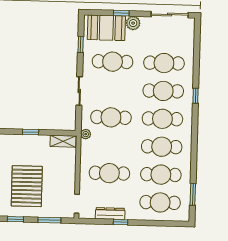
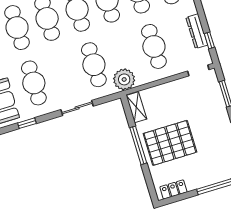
window: (31, 132) -> (138, 145), width x2.17
plant: (86, 134) -> (124, 79), width x1.87, depth x1.87
pallet: (27, 186) -> (170, 143), moved
window: (121, 222) -> (209, 40), moved

